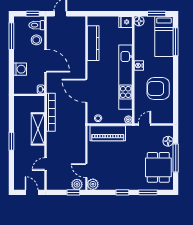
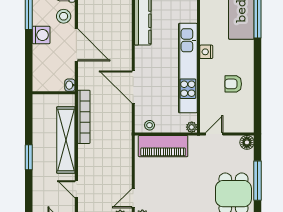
washing machine: (20, 69) -> (41, 35), moved
armchair: (158, 89) -> (233, 84), width x0.53, depth x0.53
shelving: (38, 129) -> (66, 140), width x1.47
floor lamp: (168, 141) -> (247, 142), moved
door: (45, 164) -> (76, 189), hinge flipped
door: (86, 171) -> (133, 198), hinge flipped

